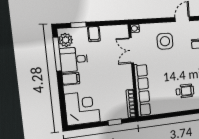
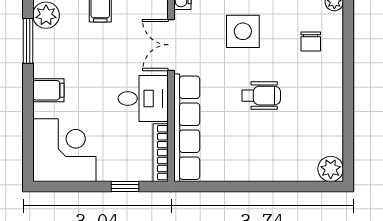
window: (57, 54) -> (28, 41), width x0.69
desk: (74, 59) -> (143, 98), moved, turned 180
wheelchair: (185, 91) -> (261, 96), moved

